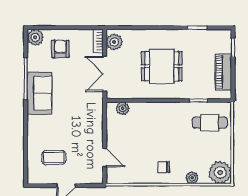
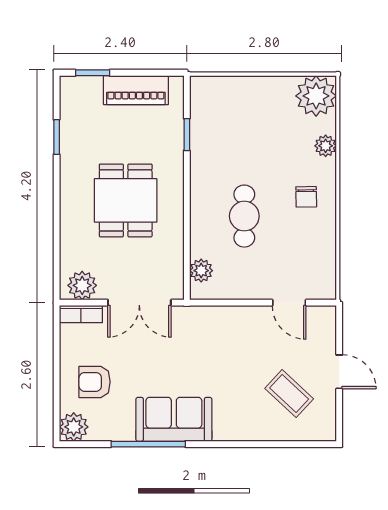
cafe table: (210, 123) -> (244, 216), moved
coffee table: (54, 158) -> (289, 394), turned -47
door: (105, 158) -> (289, 303), swing flipped

